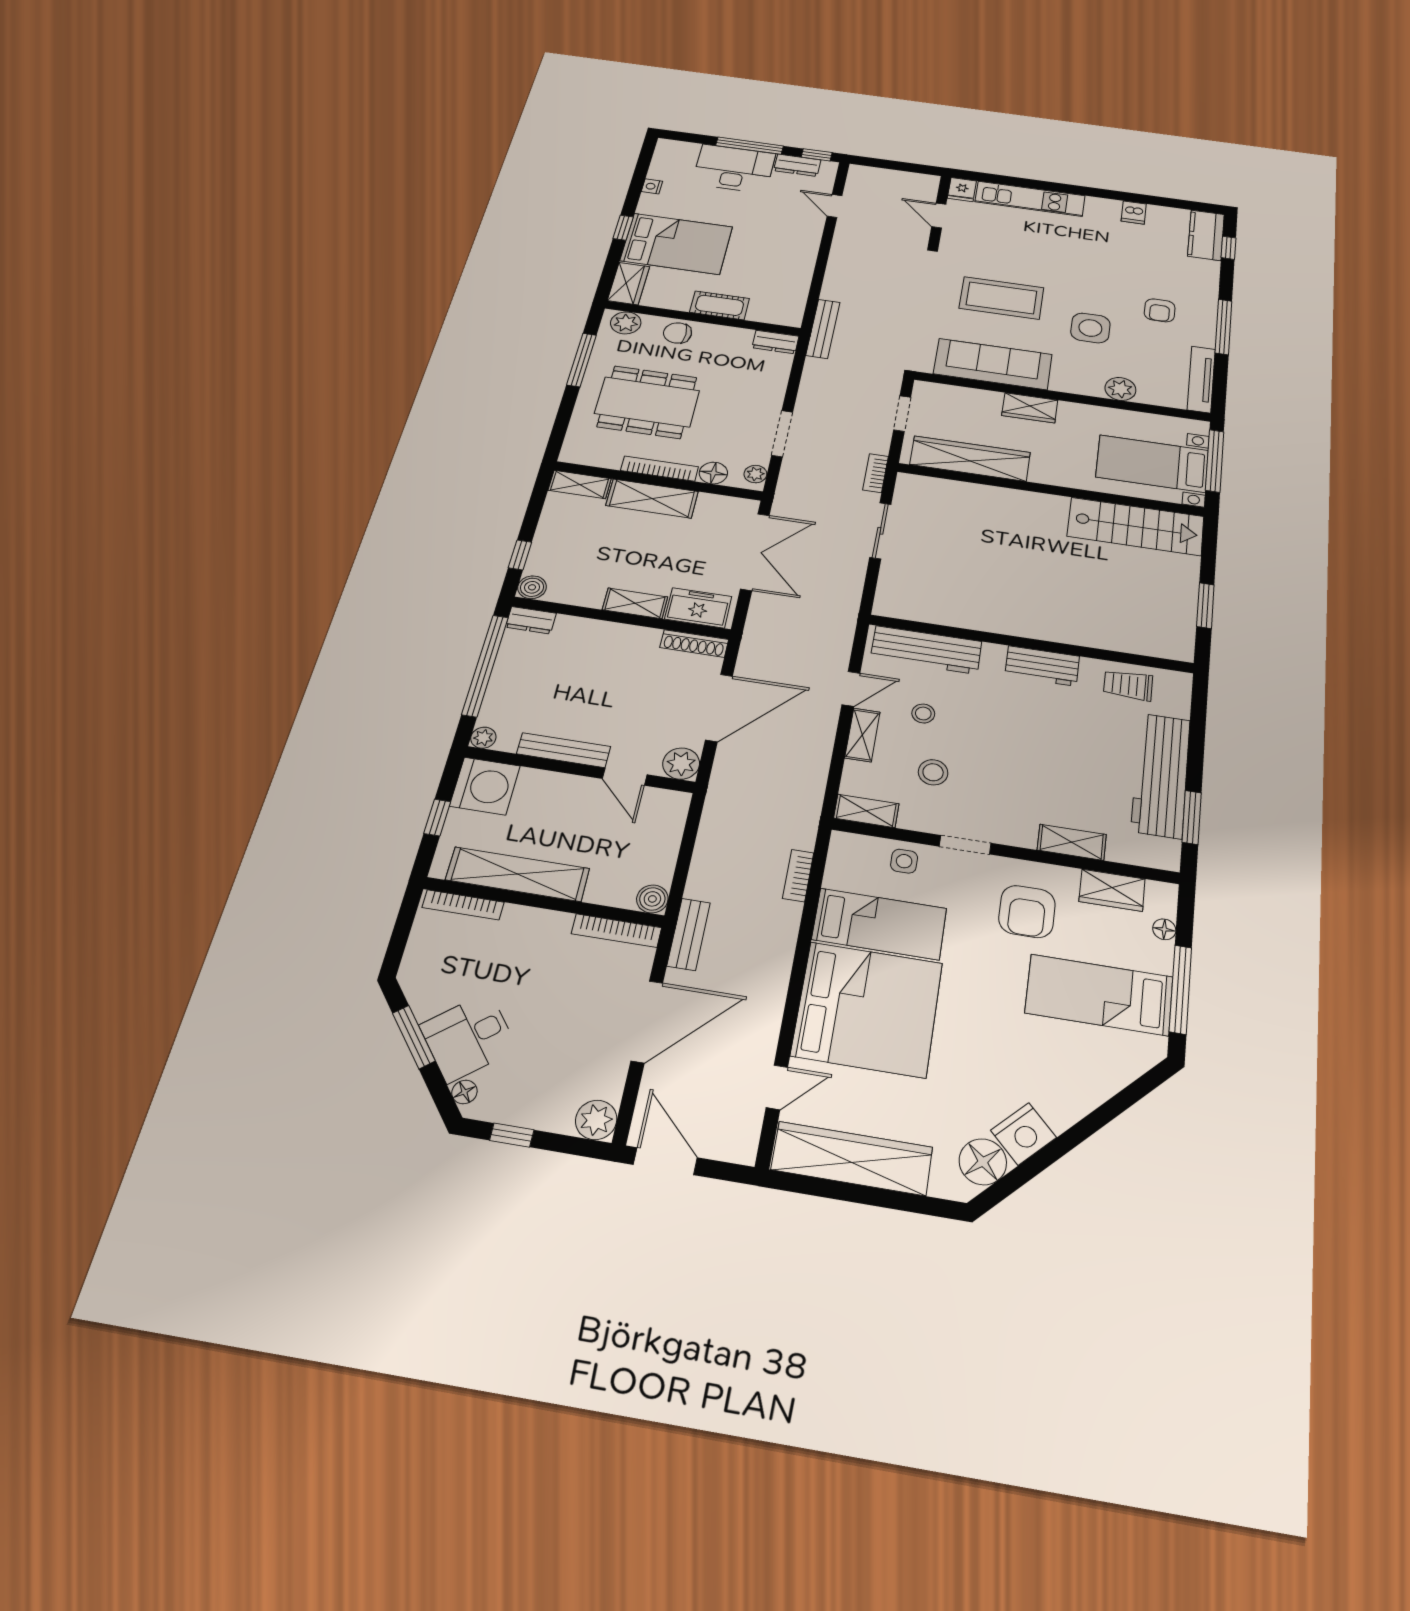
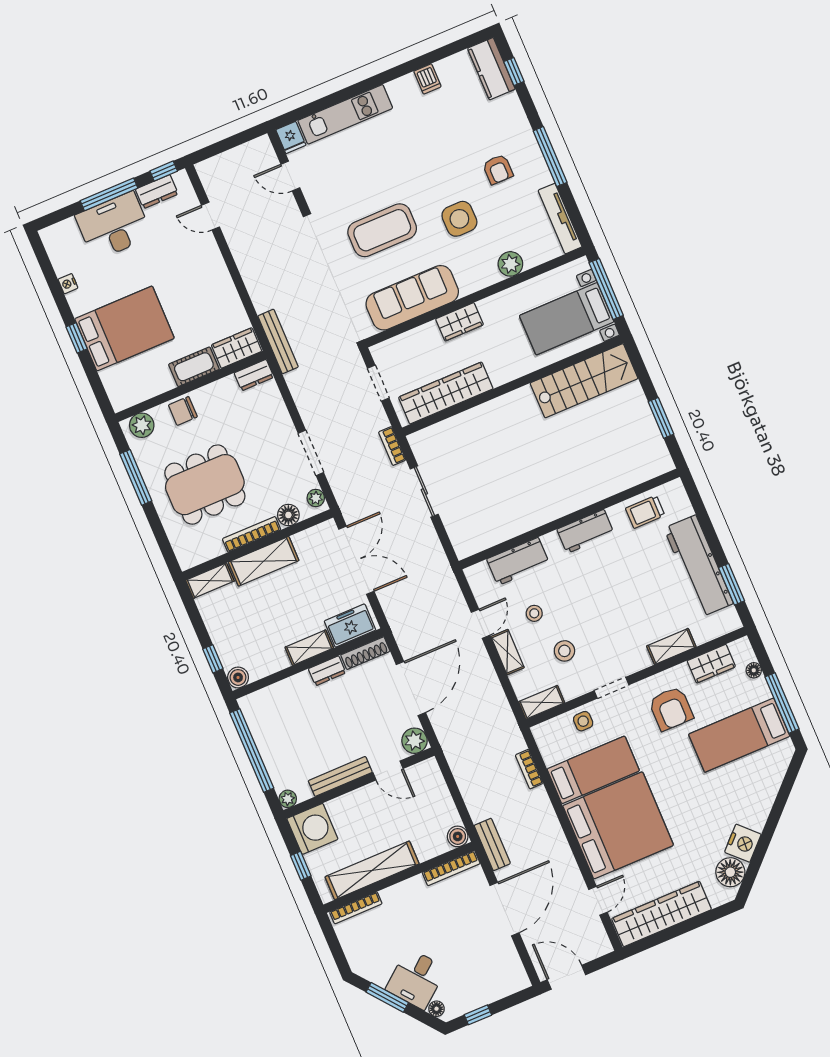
wardrobe: (628, 284) -> (237, 348), moved, turned -90
dresser: (531, 620) -> (327, 671), moved
workbench: (926, 650) -> (518, 561), width x0.73
plant: (596, 1120) -> (516, 979), removed

